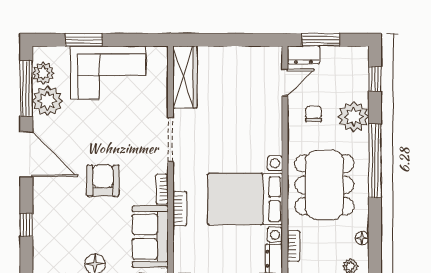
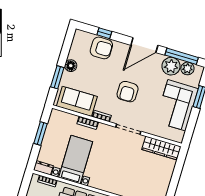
armchair: (103, 181) -> (128, 92), moved, turned 90
bed with nightstands: (245, 199) -> (76, 160), width x0.73
armchair: (52, 223) -> (101, 48), added

